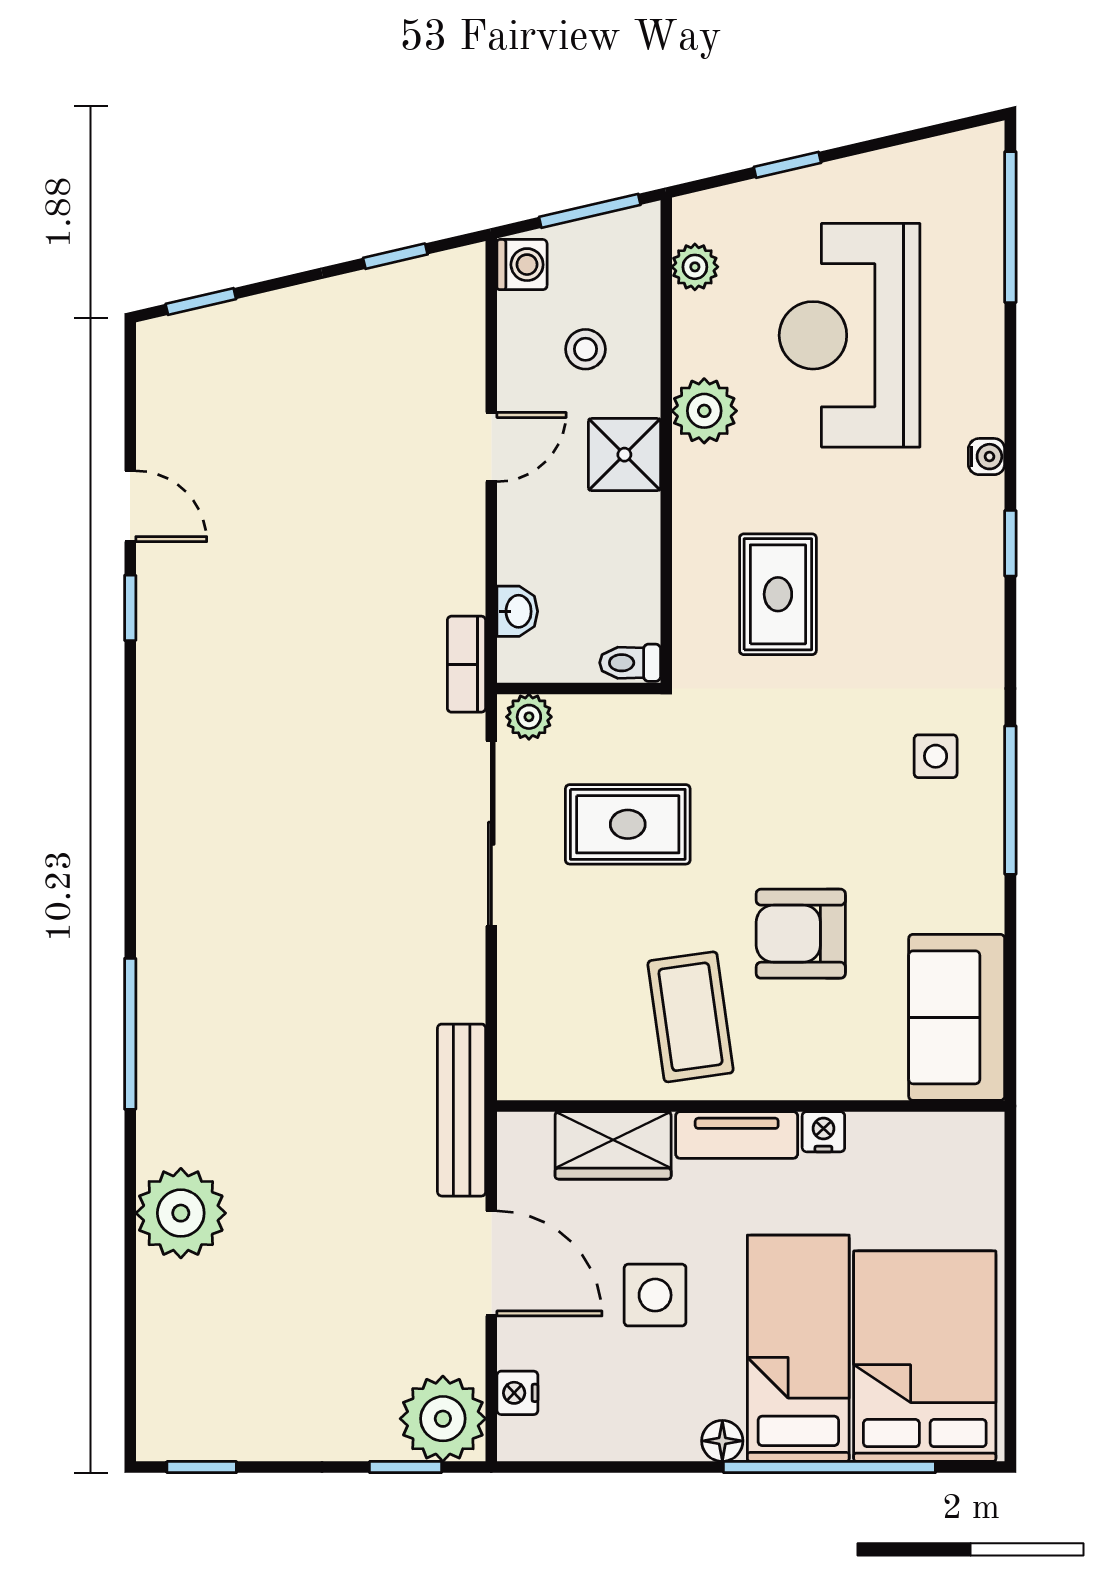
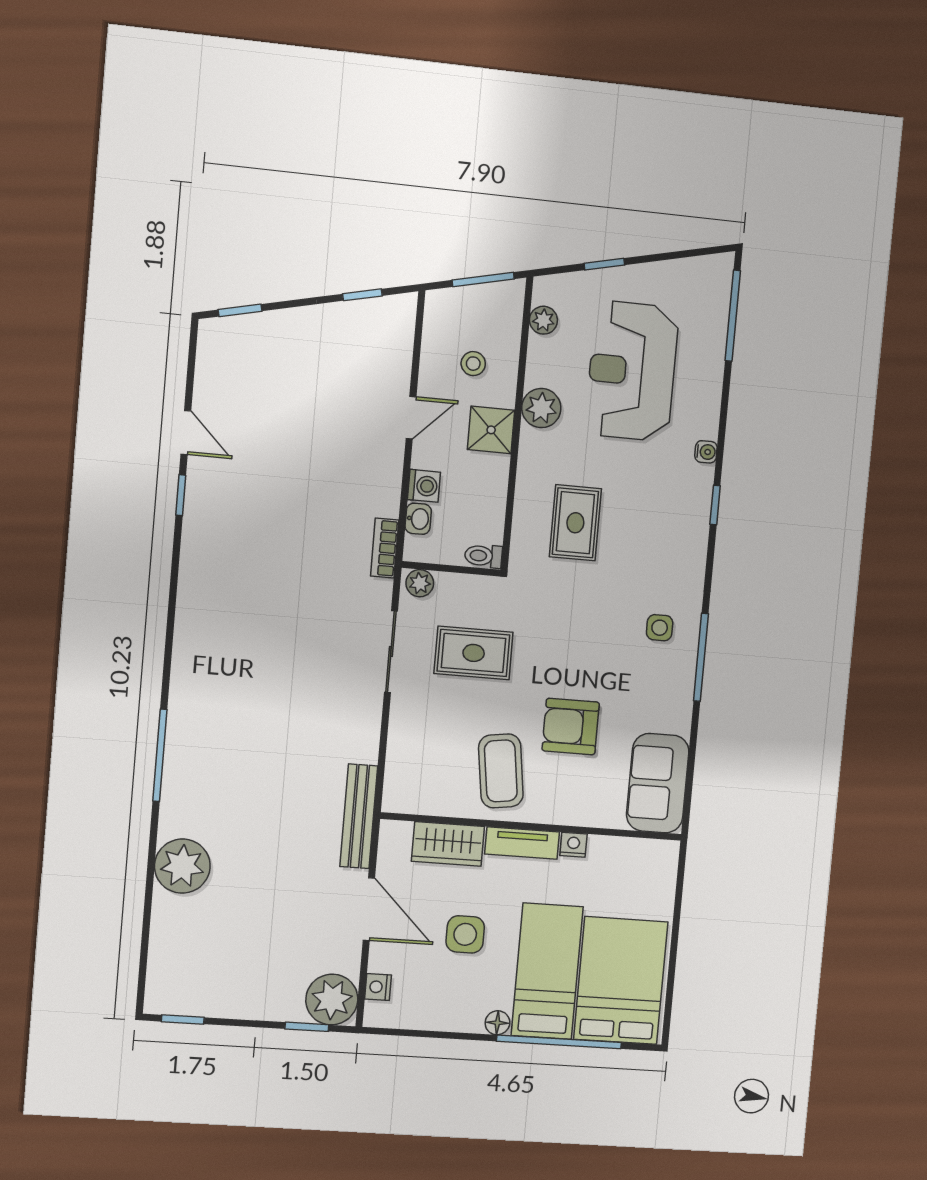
washing machine: (522, 265) -> (424, 486), moved
sliding door: (491, 833) -> (391, 652), width x0.73

